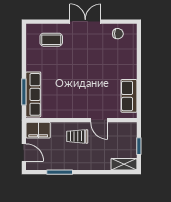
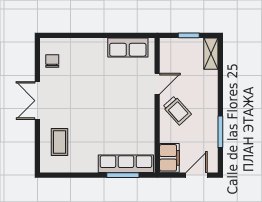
trolley: (77, 136) -> (177, 110), turned -42

